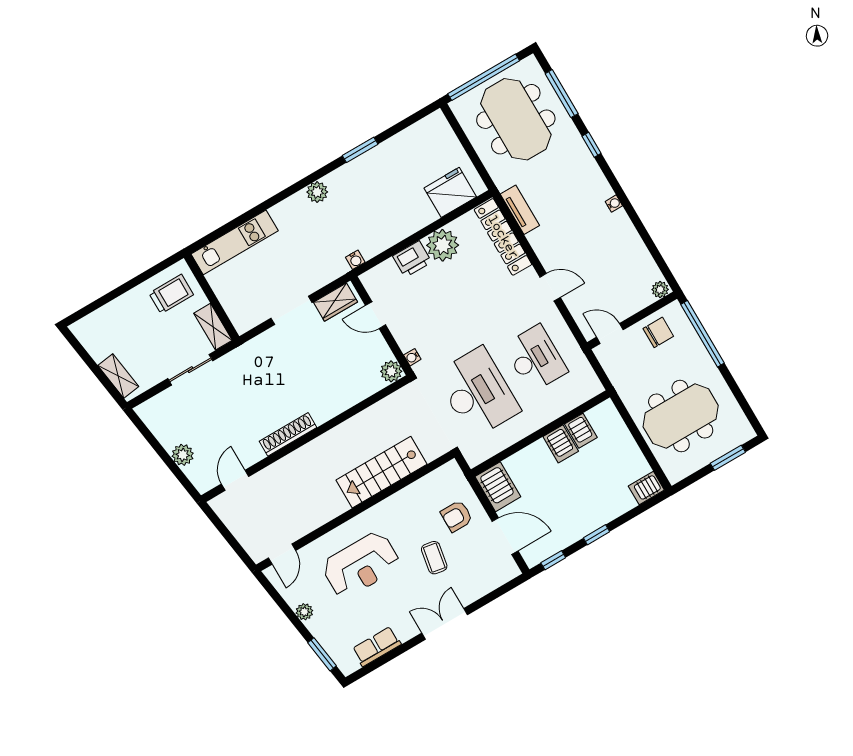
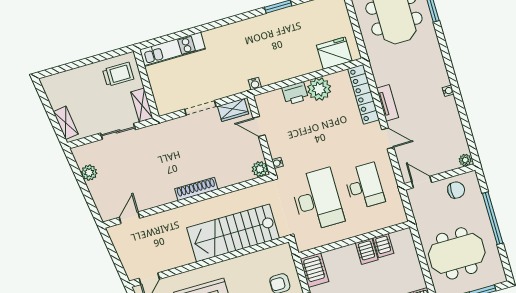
window: (592, 145) -> (443, 45), removed
plant: (317, 192) -> (240, 29), removed
tv unit: (520, 210) -> (387, 103), moved
window: (702, 334) -> (493, 218), moved
shoe rack: (288, 434) -> (196, 189), moved
plant: (183, 455) -> (89, 173), moved
stairs: (381, 472) -> (233, 233), width x1.36, depth x1.51

